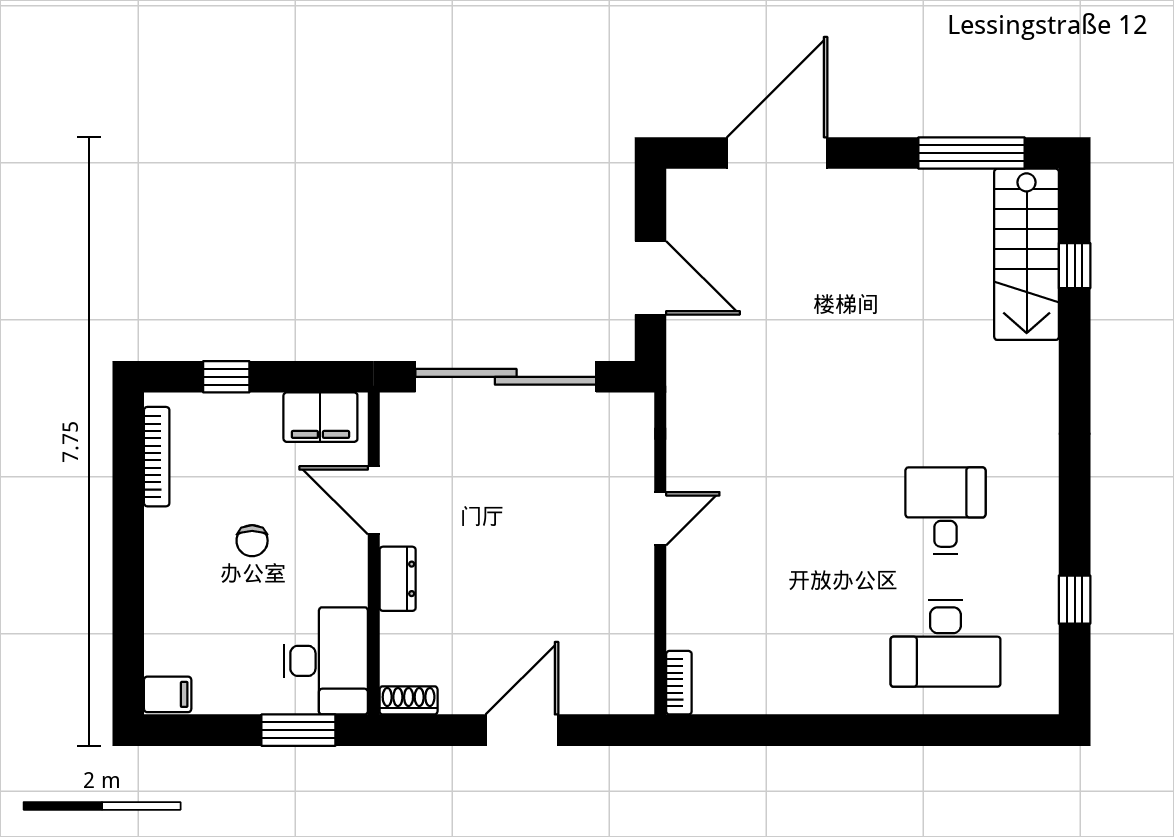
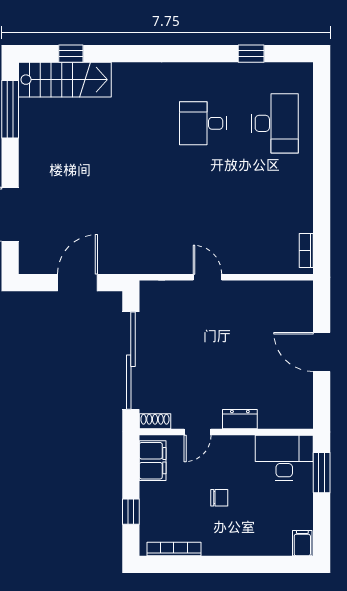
door: (374, 500) -> (198, 432), width x0.73
bookcase: (679, 683) -> (306, 251), moved, turned -90
shoe rack: (409, 700) -> (155, 421), moved, turned 90

